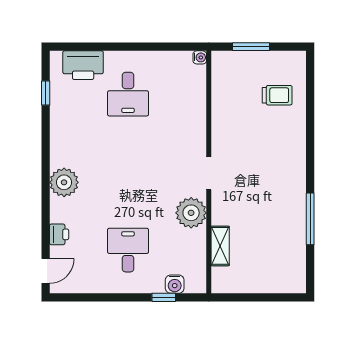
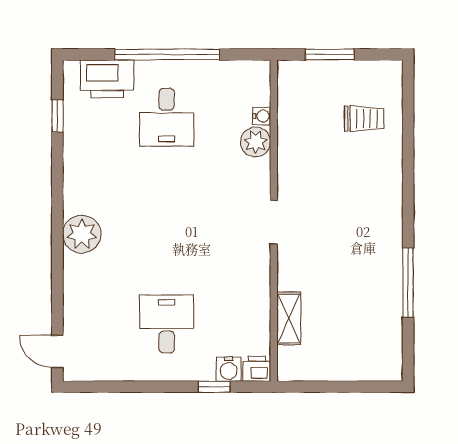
window: (128, 47) -> (167, 54), added
water cooler: (200, 57) -> (262, 116), moved
plant: (191, 213) -> (256, 142), moved, width x0.73, depth x0.73
printer: (59, 234) -> (257, 369), moved, turned -90
door: (46, 271) -> (57, 352), swing flipped

